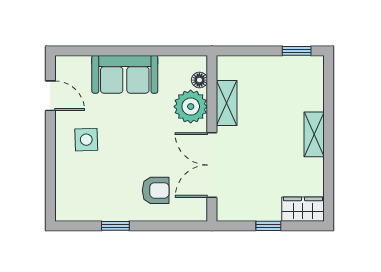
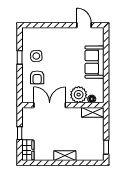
door: (50, 96) -> (84, 25), swing flipped
shelving: (227, 103) -> (93, 112), moved
side table: (86, 140) -> (36, 56), moved

